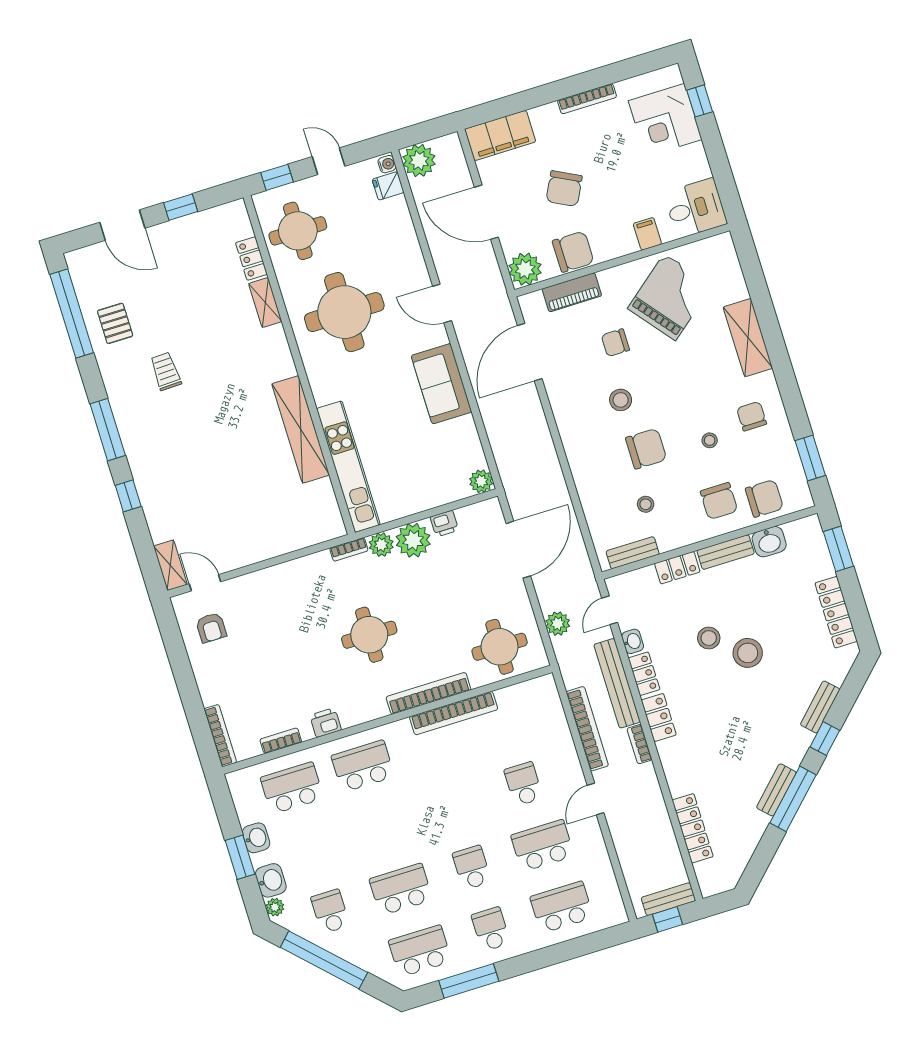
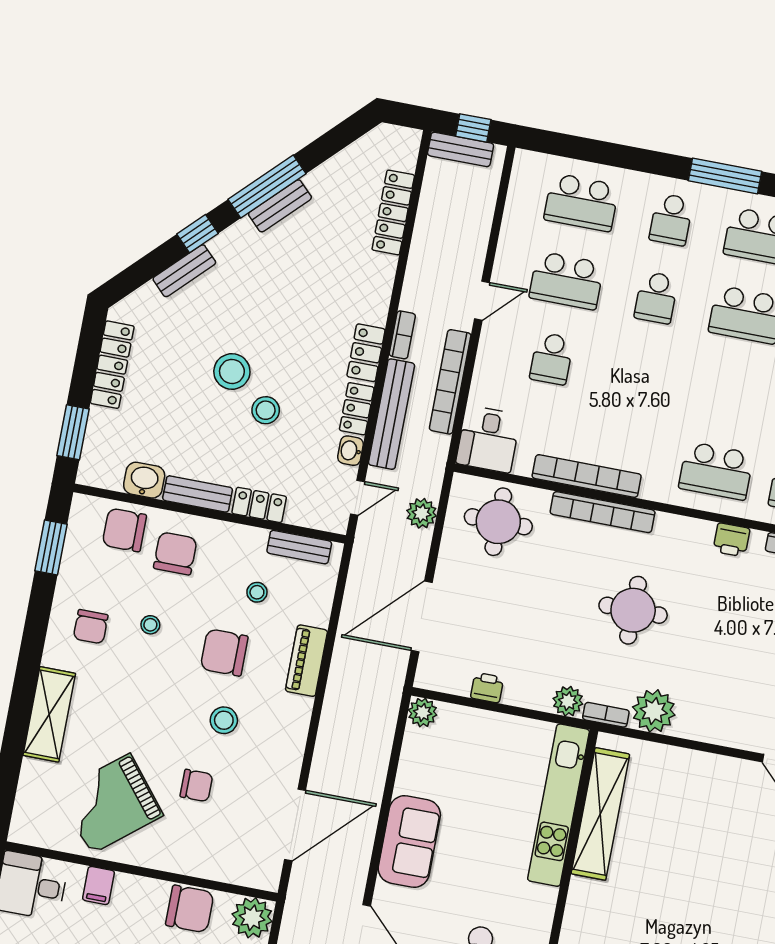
chair: (573, 252) -> (190, 909), turned 180
piano: (572, 292) -> (307, 661), moved, turned -90
shelving: (301, 429) -> (600, 814), moved
plant: (413, 540) -> (654, 711), moved
desk: (538, 702) -> (488, 439), added

